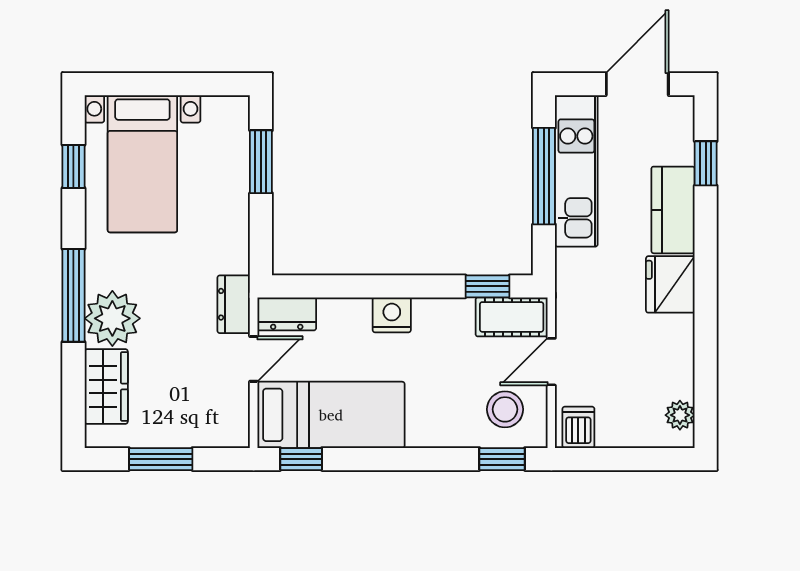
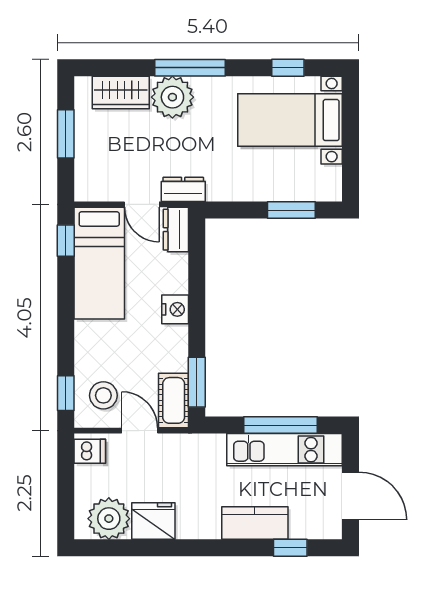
fridge: (670, 284) -> (153, 521), moved
window: (487, 286) -> (197, 382), width x1.50
plant: (680, 415) -> (109, 519), width x1.88, depth x1.88

